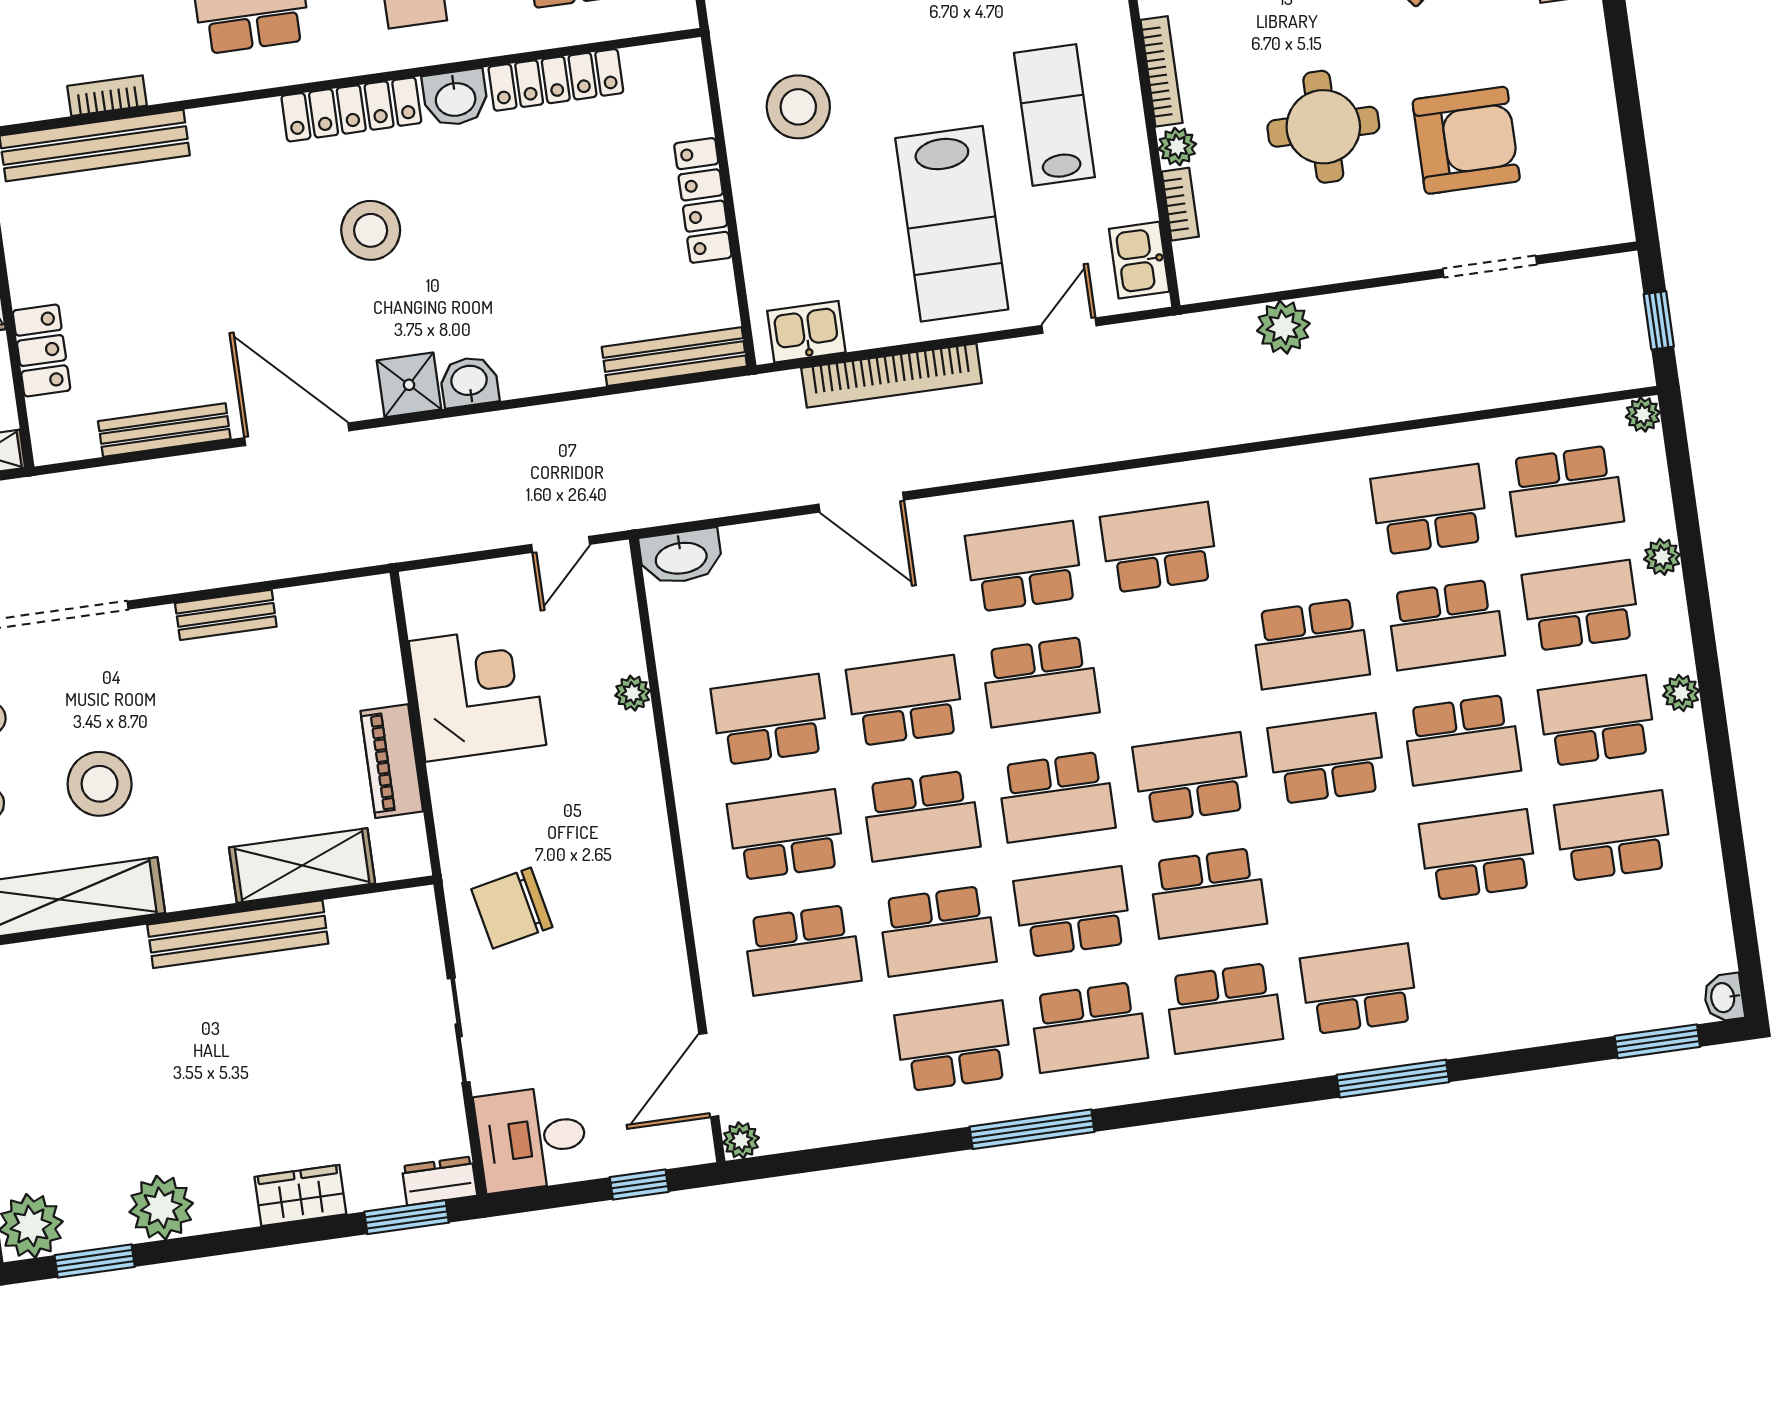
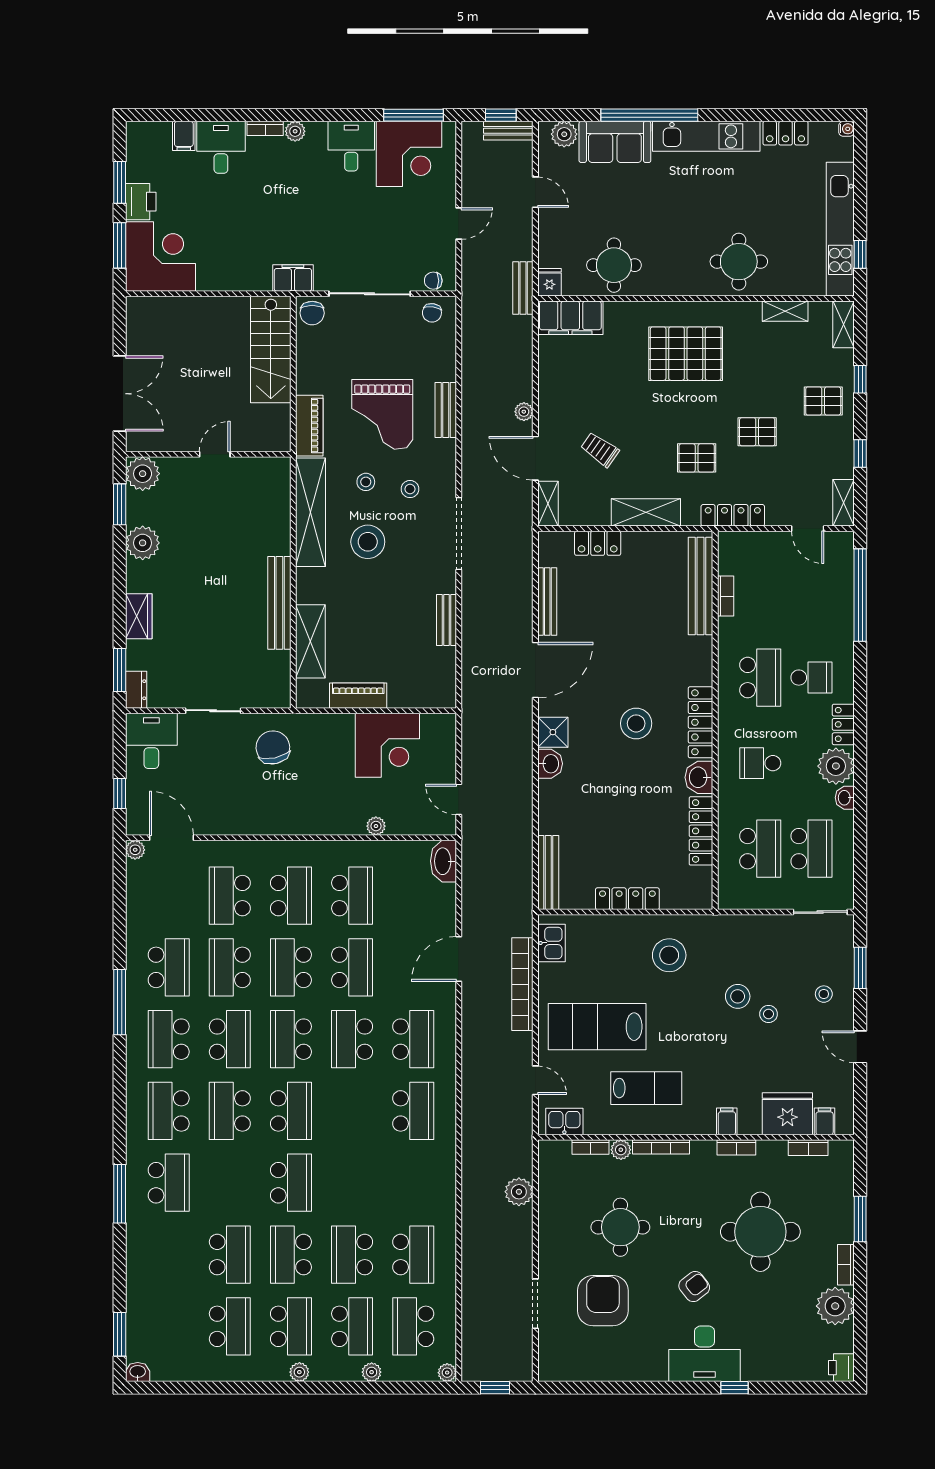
armchair: (1466, 140) -> (603, 1301), turned 180
school desk: (1311, 644) -> (352, 1183), removed

